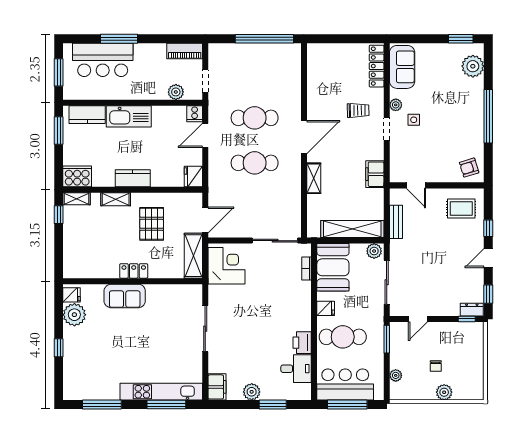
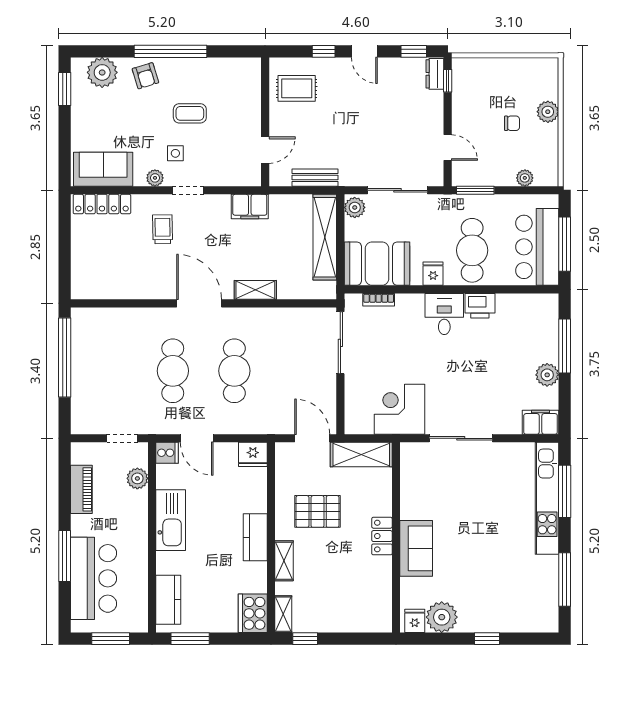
piano: (185, 51) -> (81, 489), moved
kitchen sink: (129, 116) -> (171, 520), moved
coffee table: (443, 130) -> (190, 113), added
armchair: (469, 168) -> (145, 76), moved
rug: (461, 209) -> (297, 88), turned 90
corner desk: (227, 266) -> (400, 409), moved
desk: (296, 369) -> (444, 314), moved
window: (273, 405) -> (565, 346), width x1.44

